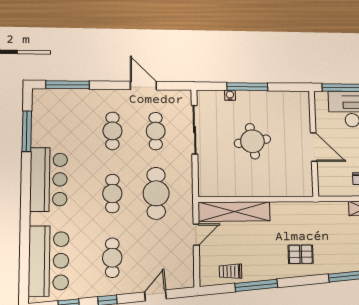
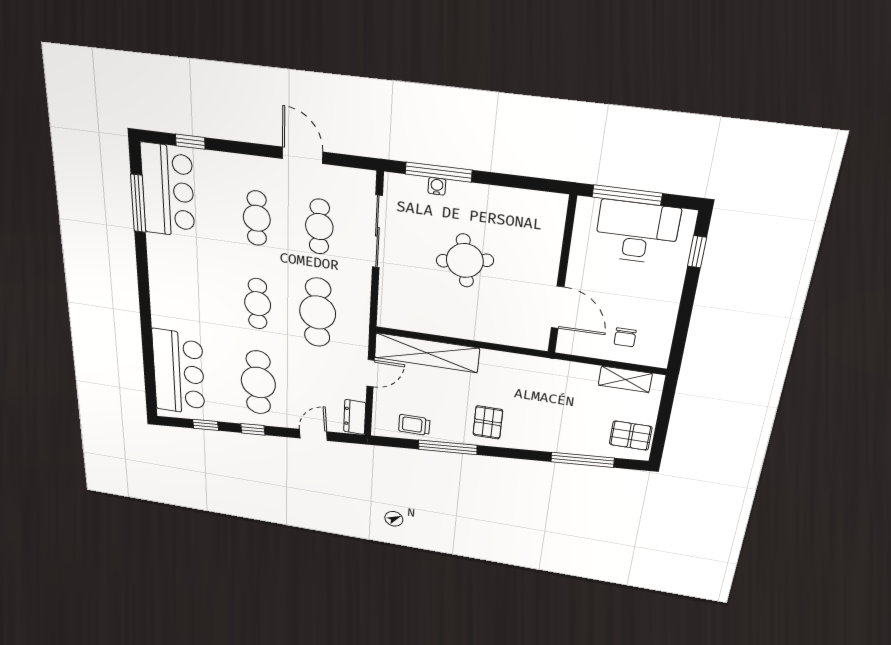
window: (68, 85) -> (190, 142), width x0.46
window: (247, 87) -> (439, 172), moved
door: (314, 147) -> (558, 307), moved
bar counter: (49, 179) -> (168, 191), moved
pallet: (301, 254) -> (488, 422), moved, turned 90
cafe table: (112, 258) -> (258, 383), width x1.37, depth x1.35
dresser: (186, 273) -> (355, 417), added

